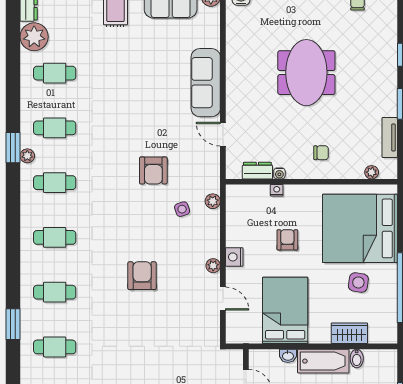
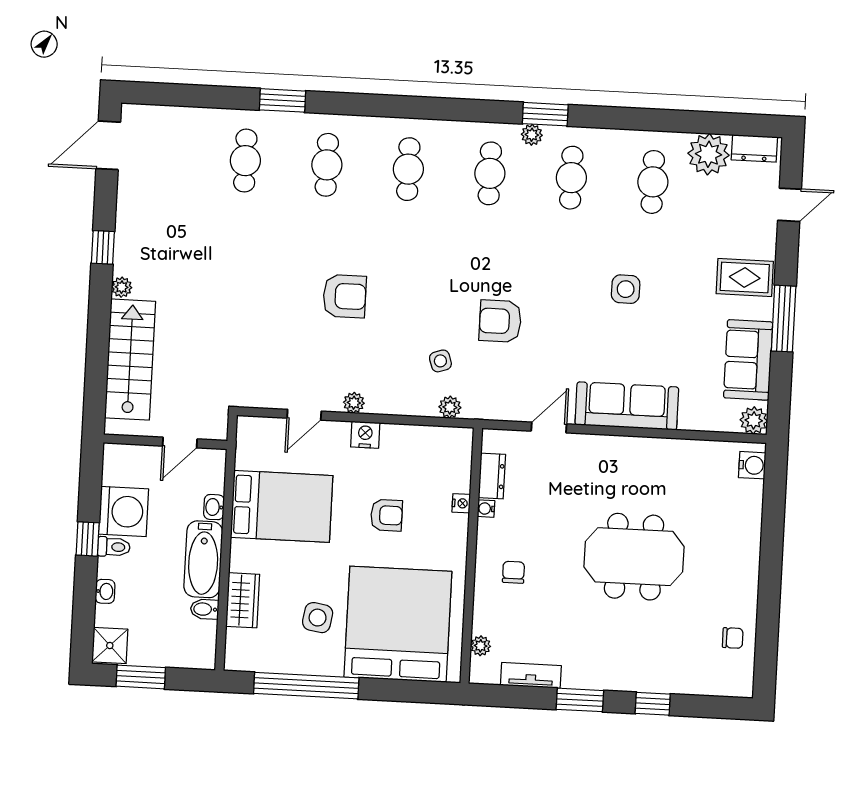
side table: (127, 88) -> (626, 289), added
chair: (321, 153) -> (513, 572), turned 180

